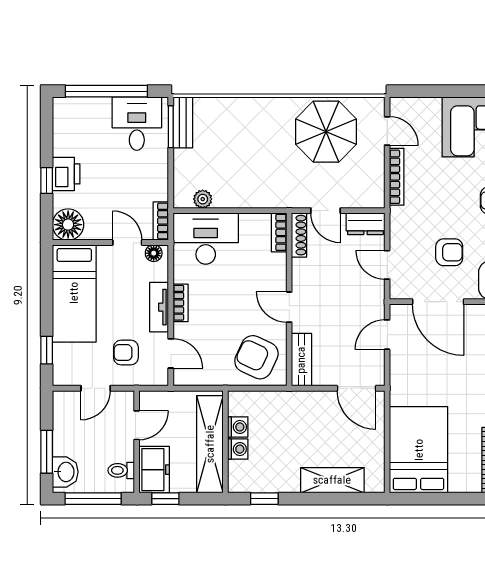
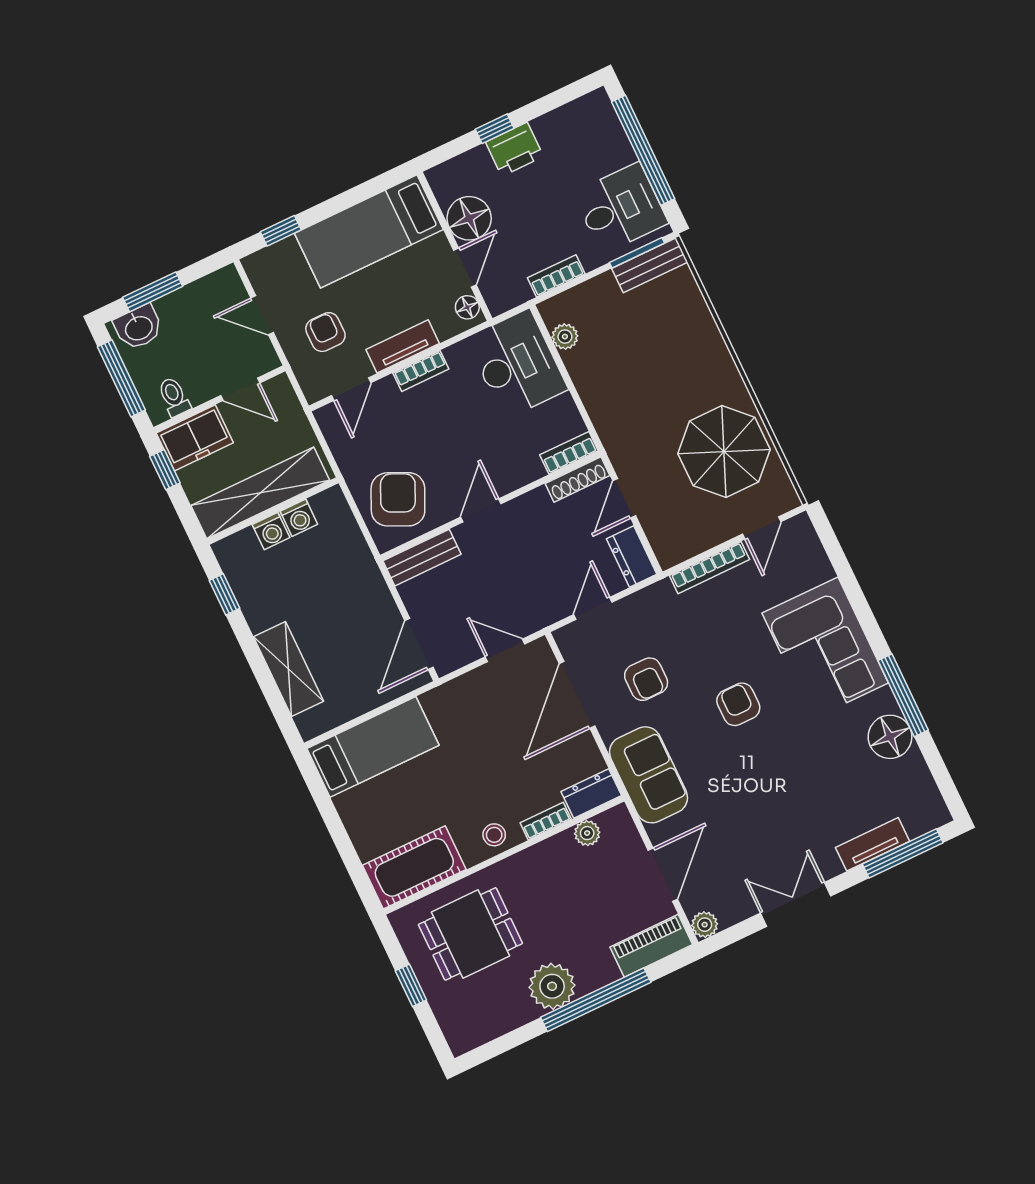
bookcase: (161, 221) -> (556, 276), moved
floor lamp: (68, 225) -> (469, 218), moved
bed: (419, 450) -> (373, 747), width x0.67

